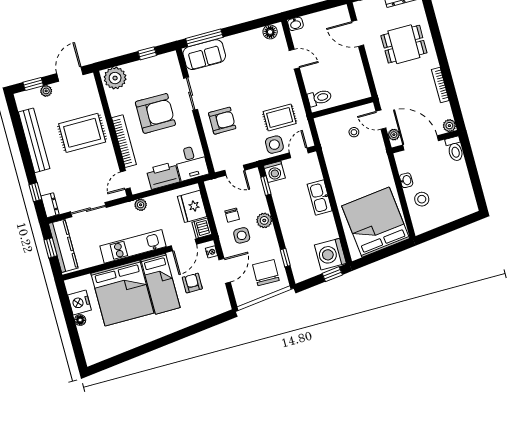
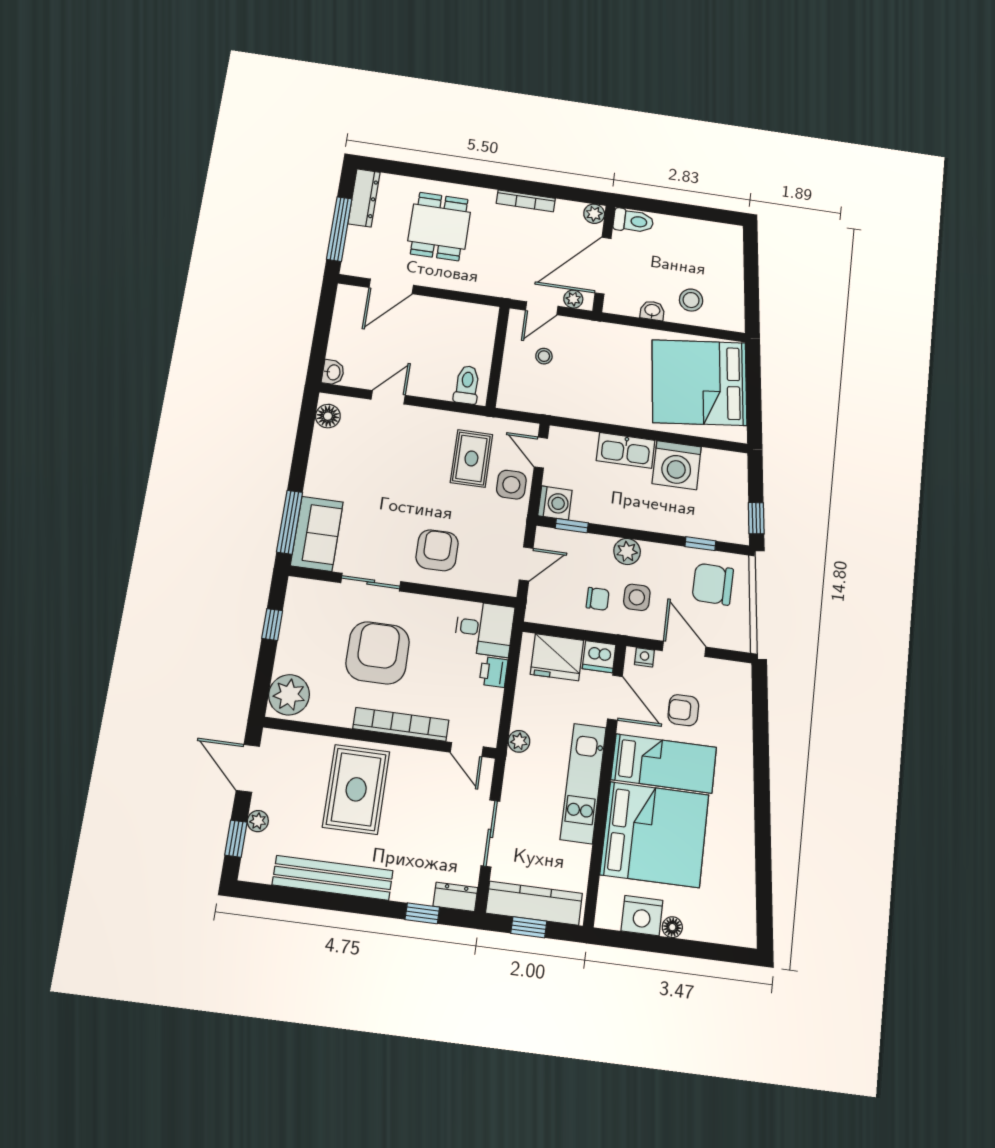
printer: (163, 175) -> (494, 672), width x0.53, depth x0.68
washing machine: (330, 254) -> (677, 465), moved
window: (332, 274) -> (756, 518), moved

